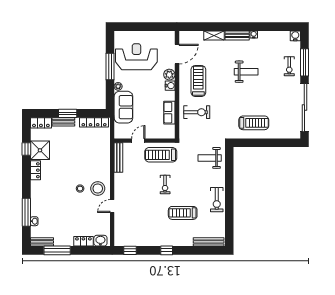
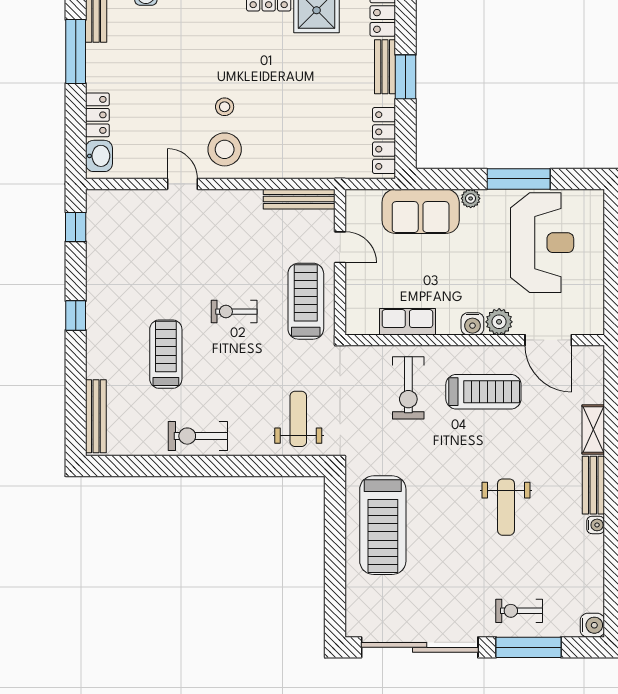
treadmill: (254, 123) -> (383, 525), width x1.37, depth x1.38

